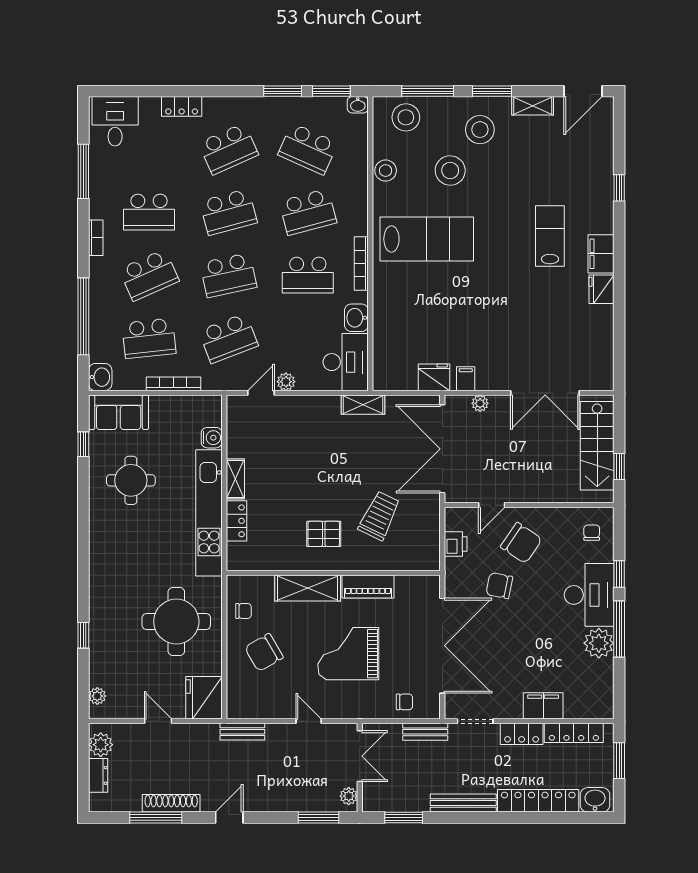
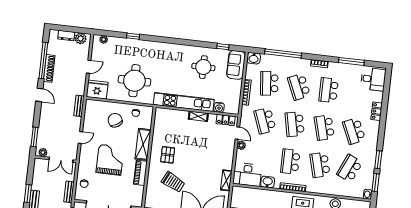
locker: (236, 521) -> (226, 120), moved
window: (156, 817) -> (43, 60), width x1.46
window: (404, 817) -> (28, 194), moved

